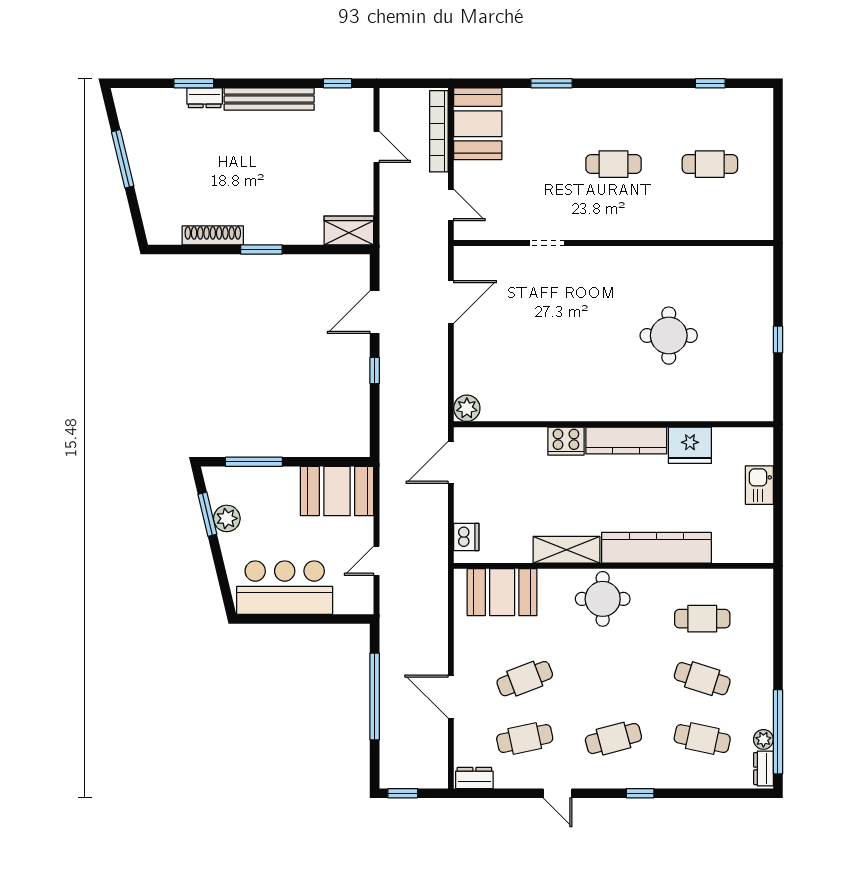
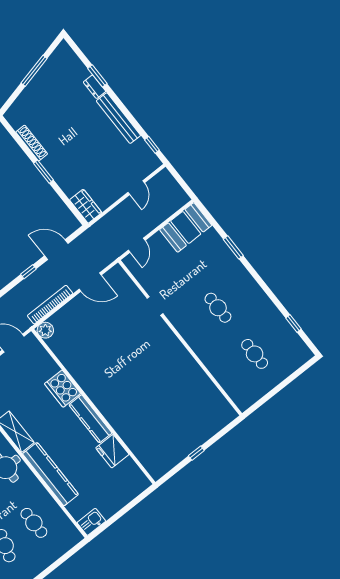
bookcase: (439, 131) -> (50, 305), moved
round table: (669, 336) -> (157, 399), removed
cooker: (566, 441) -> (63, 389), width x1.37, depth x1.31
kitchen sink: (759, 485) -> (91, 522), moved

